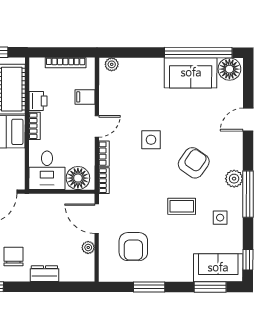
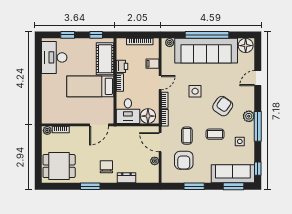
window: (198, 53) -> (207, 35), moved
sofa: (191, 73) -> (206, 51), width x1.85, depth x1.27
coffee table: (138, 208) -> (187, 136), added
sofa: (218, 268) -> (233, 174), width x1.36

